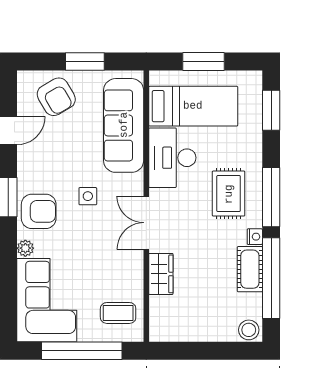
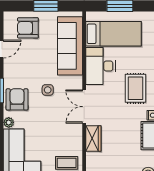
armchair: (56, 97) -> (28, 28), turned 120
armchair: (39, 211) -> (17, 99), turned -90

